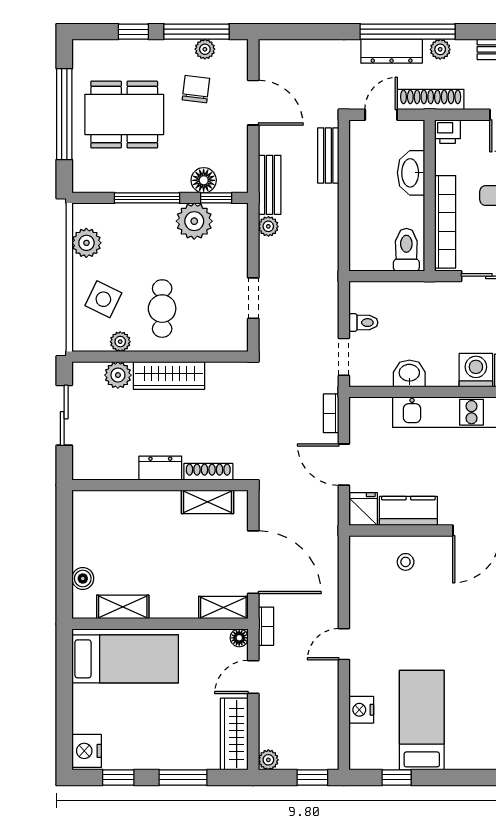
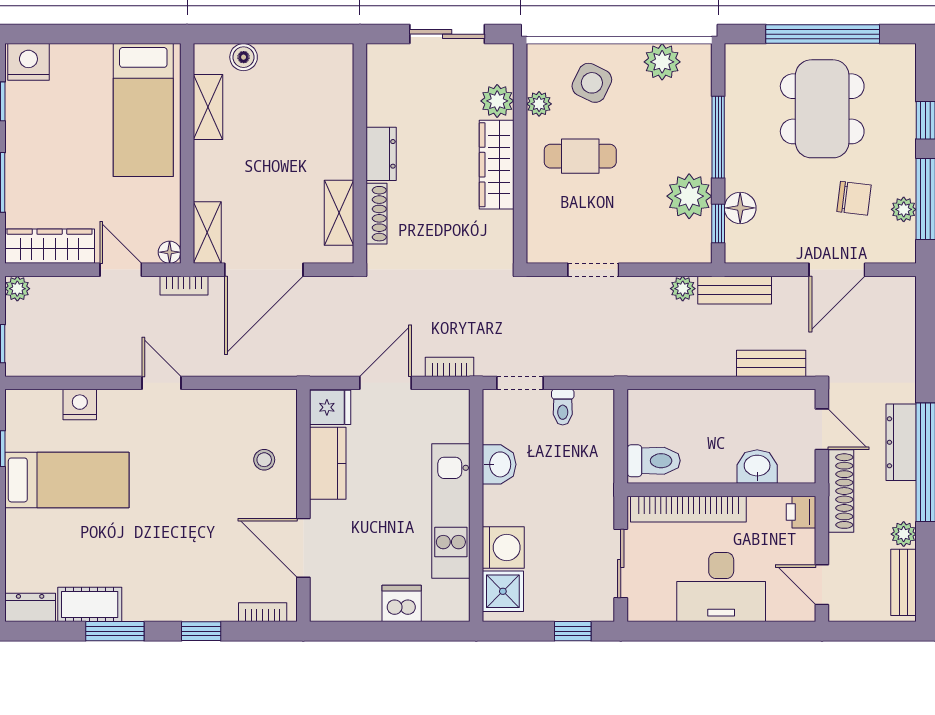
plant: (440, 49) -> (904, 534), moved
washbasin: (411, 173) -> (757, 467), width x0.72

